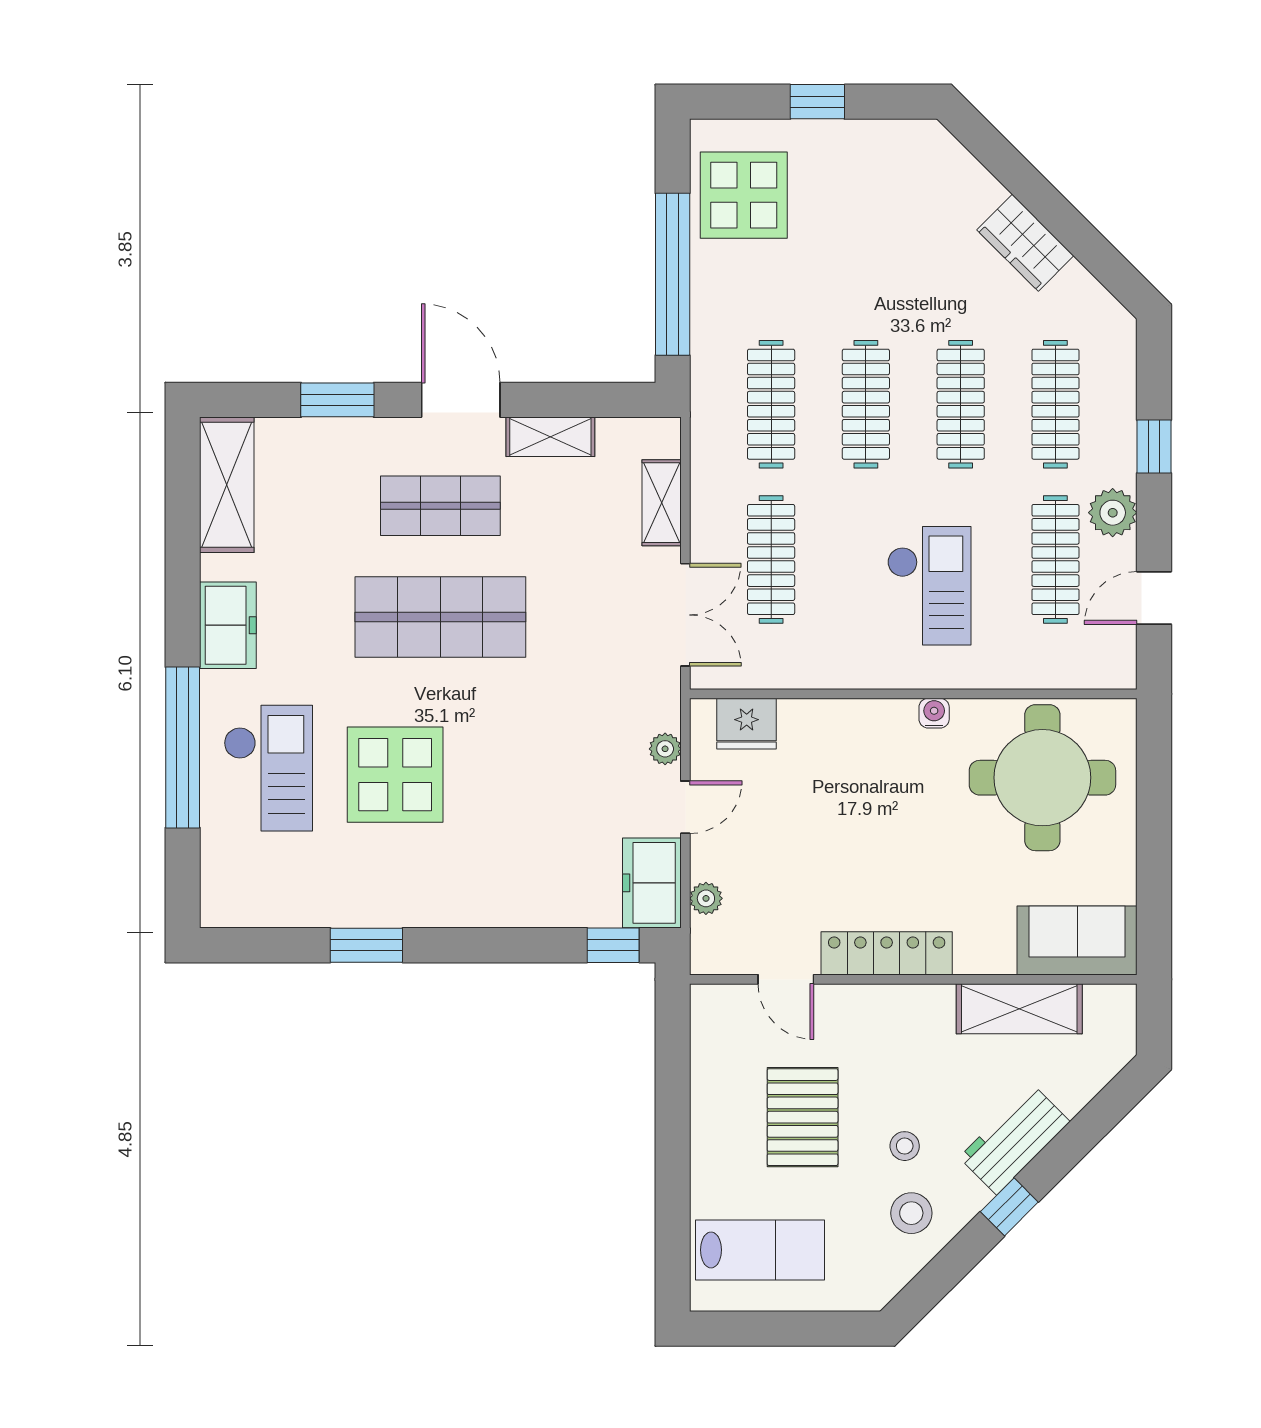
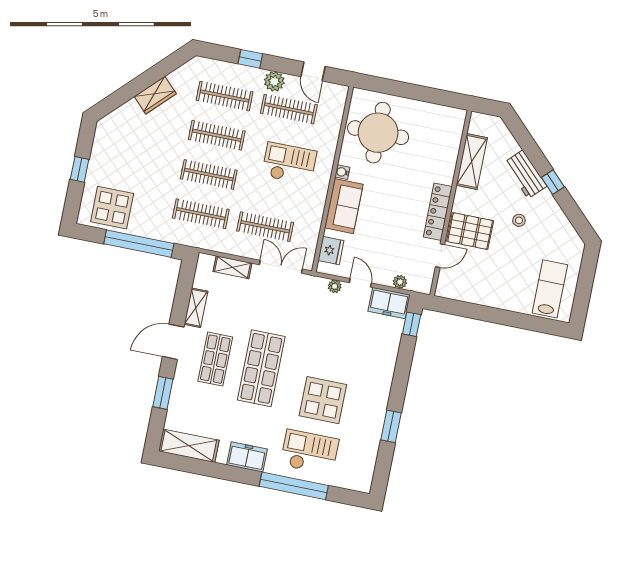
sofa: (1077, 940) -> (344, 206), moved, turned 180
pallet: (803, 1117) -> (470, 231), moved
stool: (911, 1213) -> (547, 223), removed

